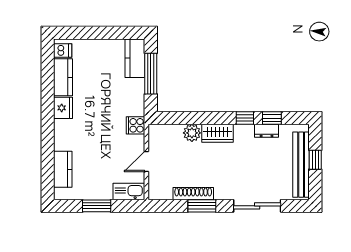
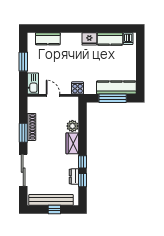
kitchen counter: (135, 58) -> (116, 87), width x1.50

